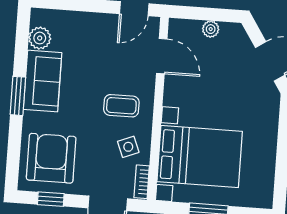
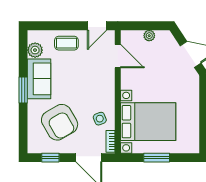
coffee table: (121, 106) -> (66, 43), moved
armchair: (51, 158) -> (60, 122), moved, turned 150

